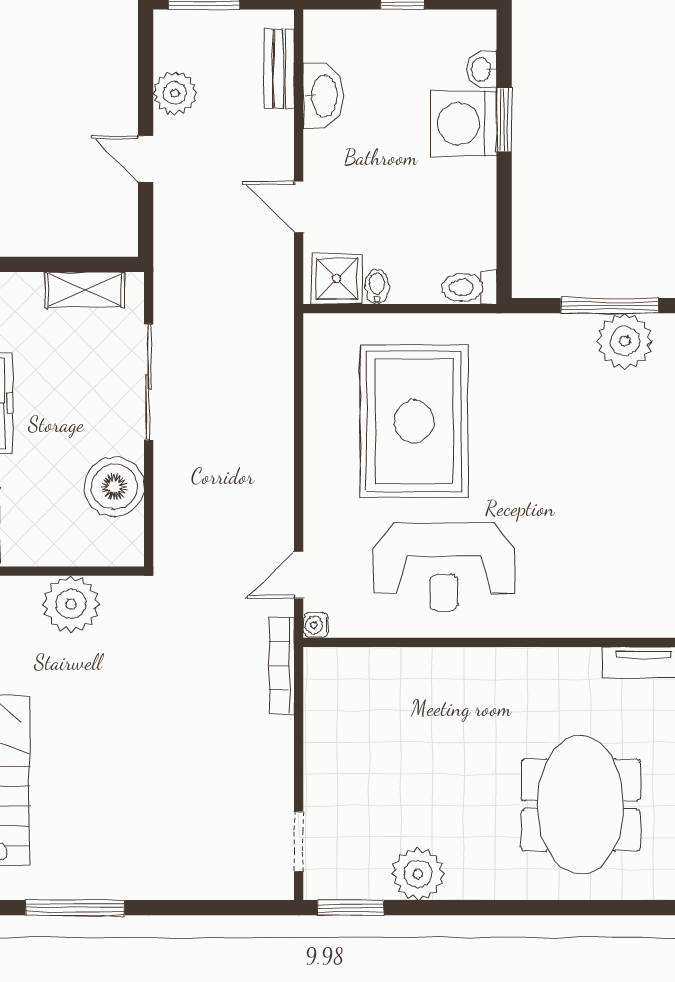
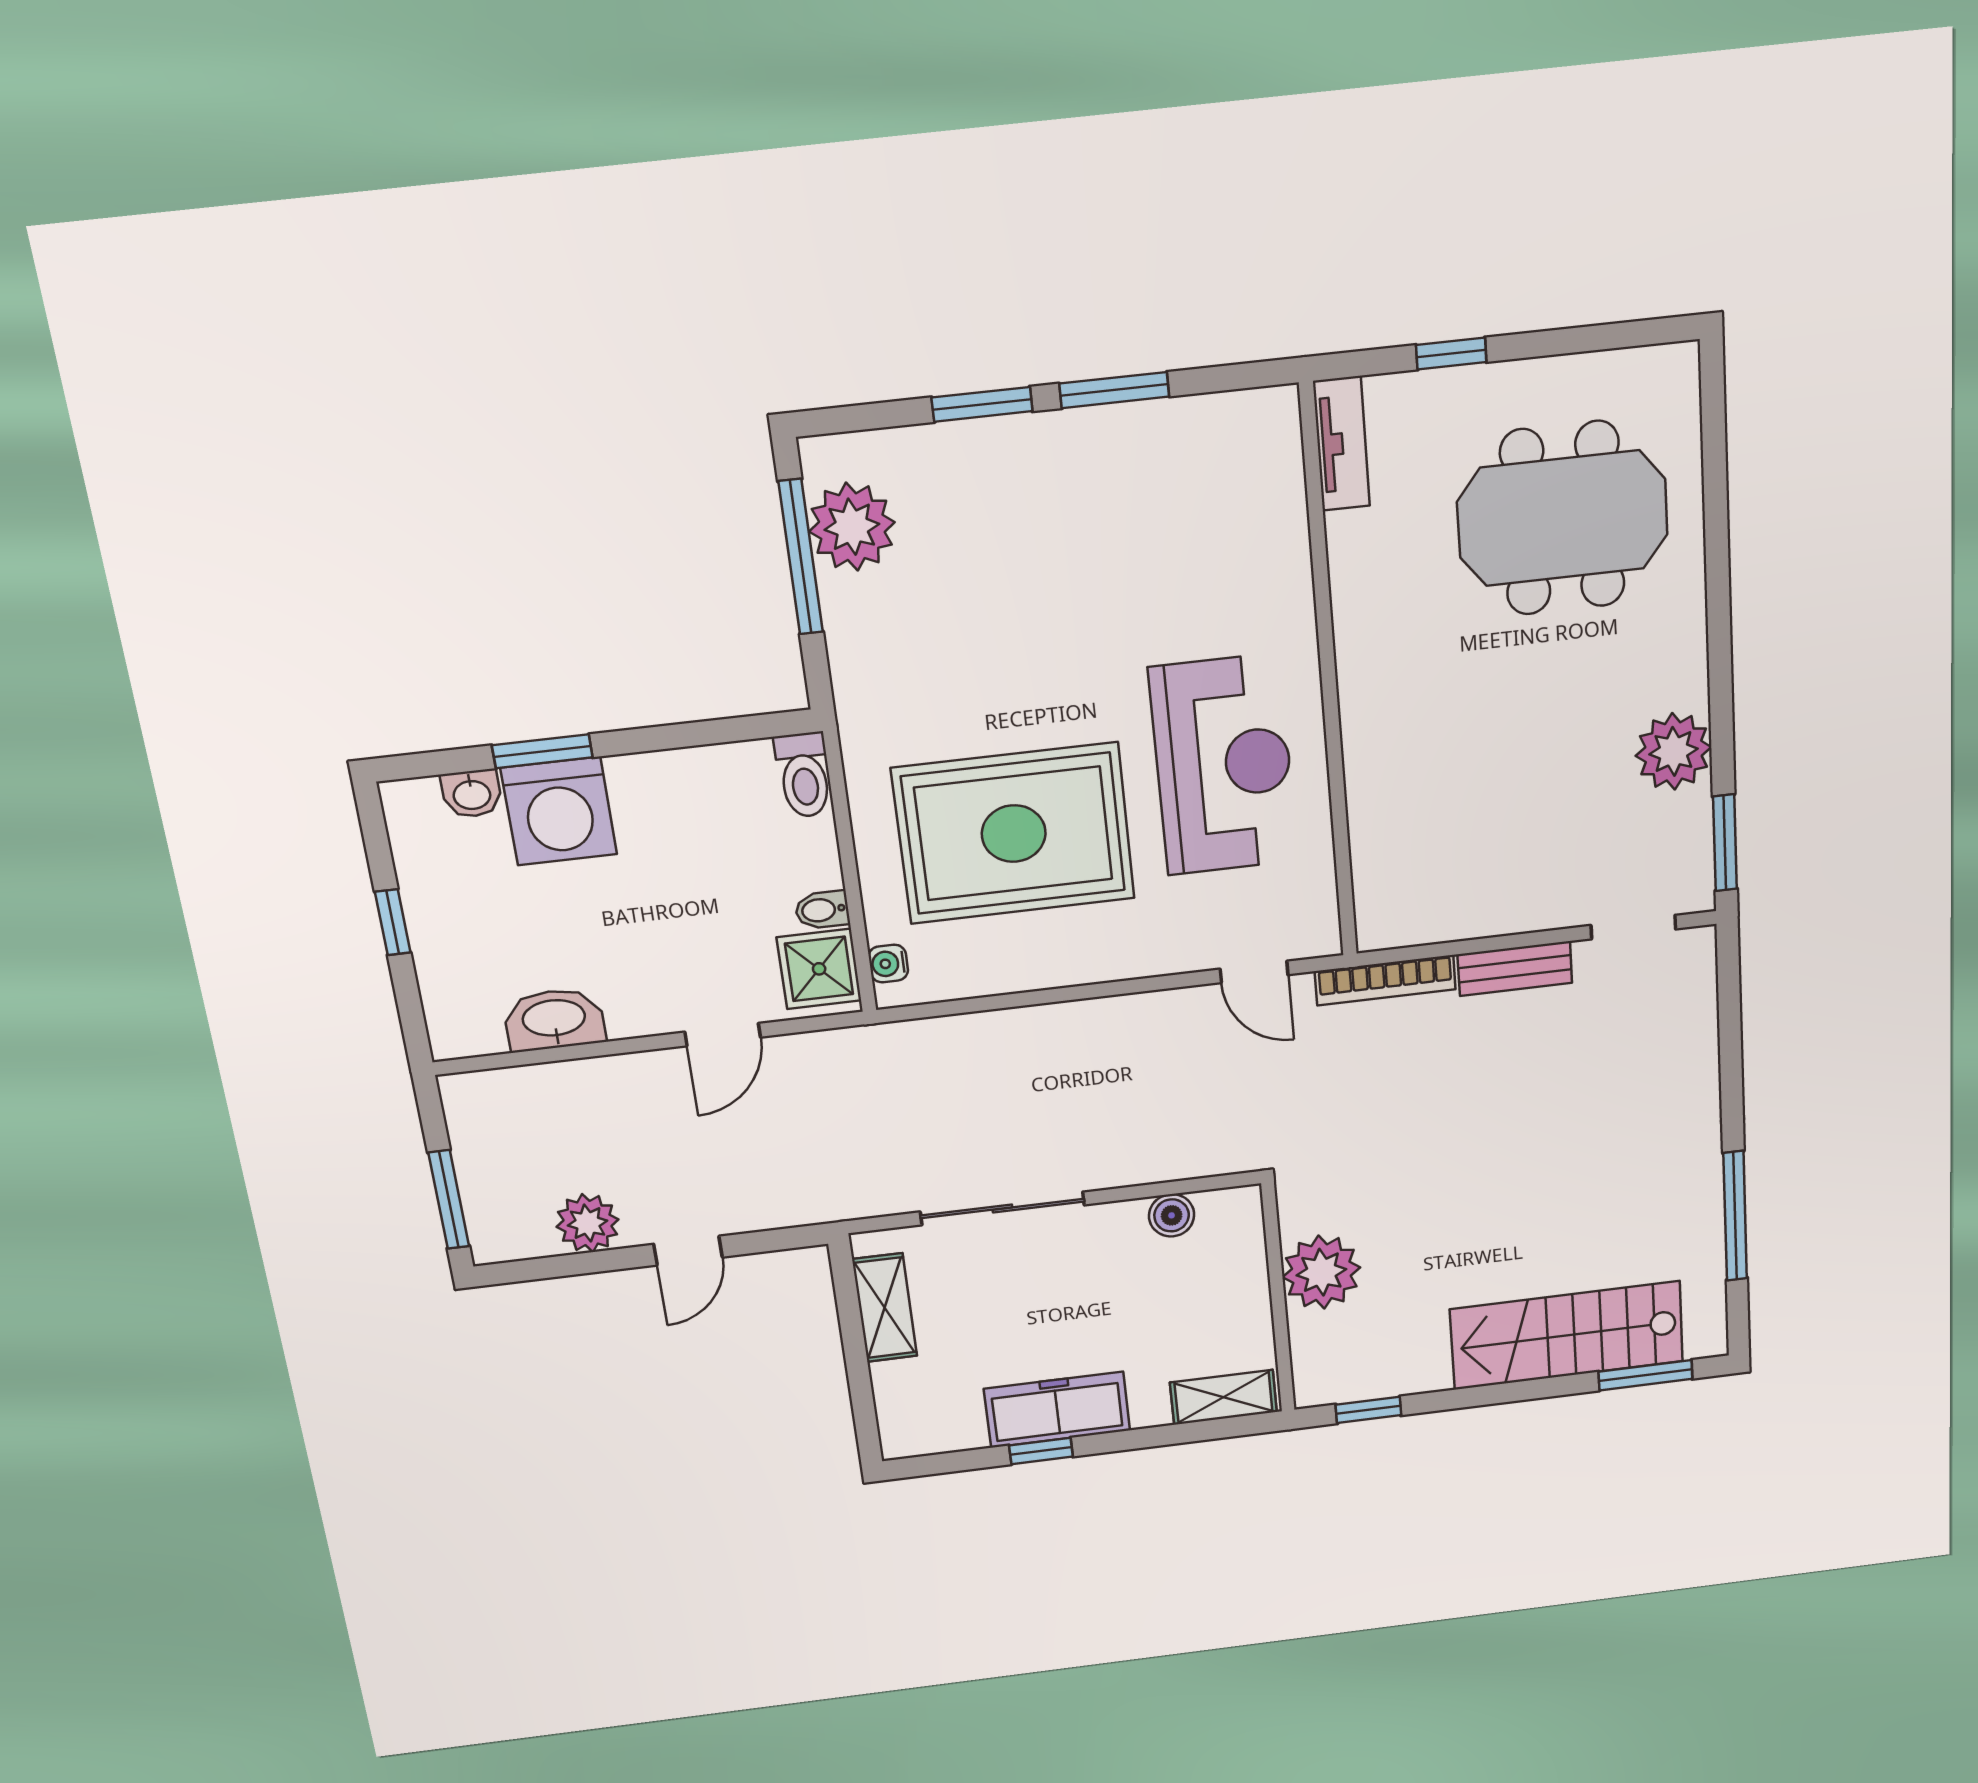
bench: (279, 69) -> (1515, 969), moved
boiler: (114, 487) -> (1172, 1215), width x0.54, depth x0.54
water cooler: (316, 625) -> (888, 964), moved, turned 90

